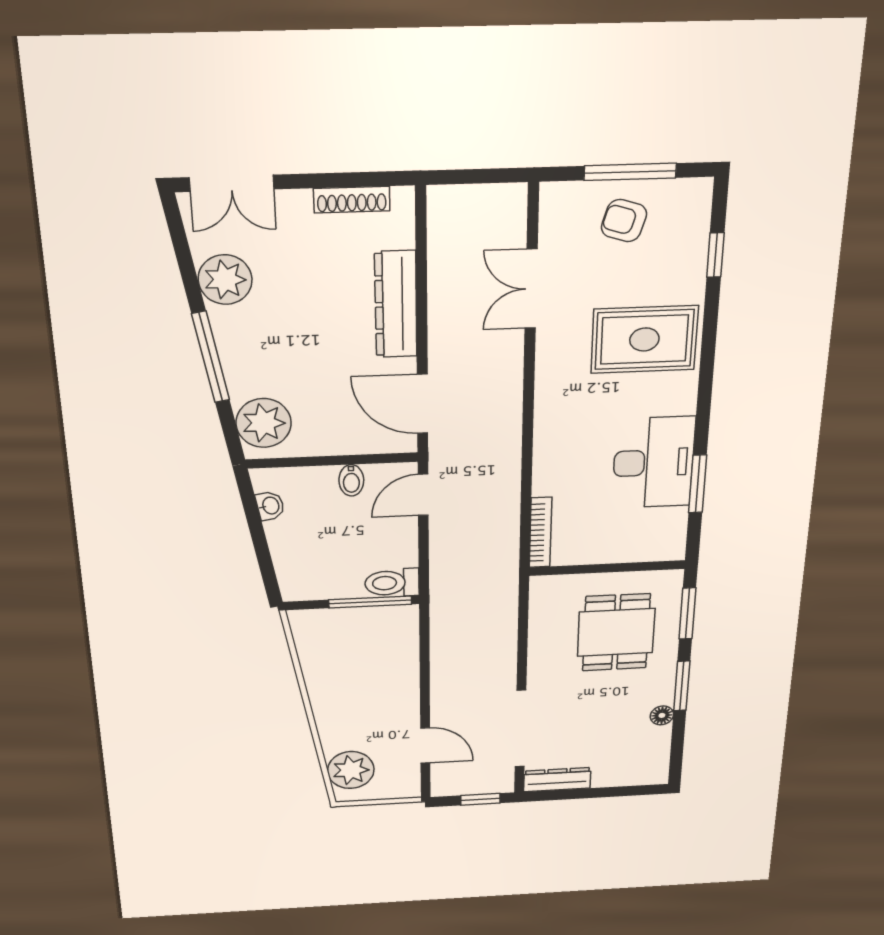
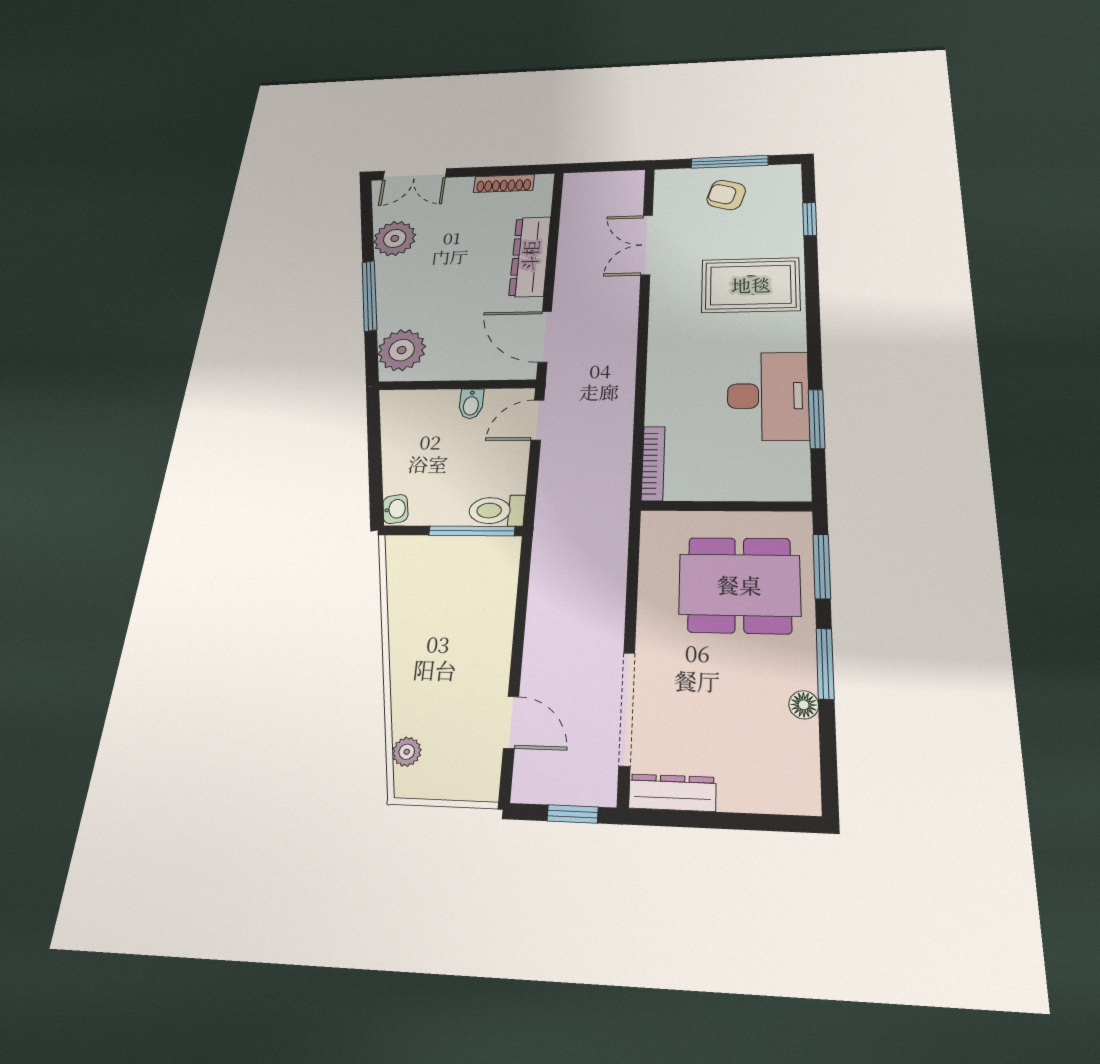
washbasin: (270, 506) -> (395, 509), moved
dining table: (616, 632) -> (739, 585), width x1.38
plant: (351, 770) -> (407, 752), width x0.53, depth x0.53

